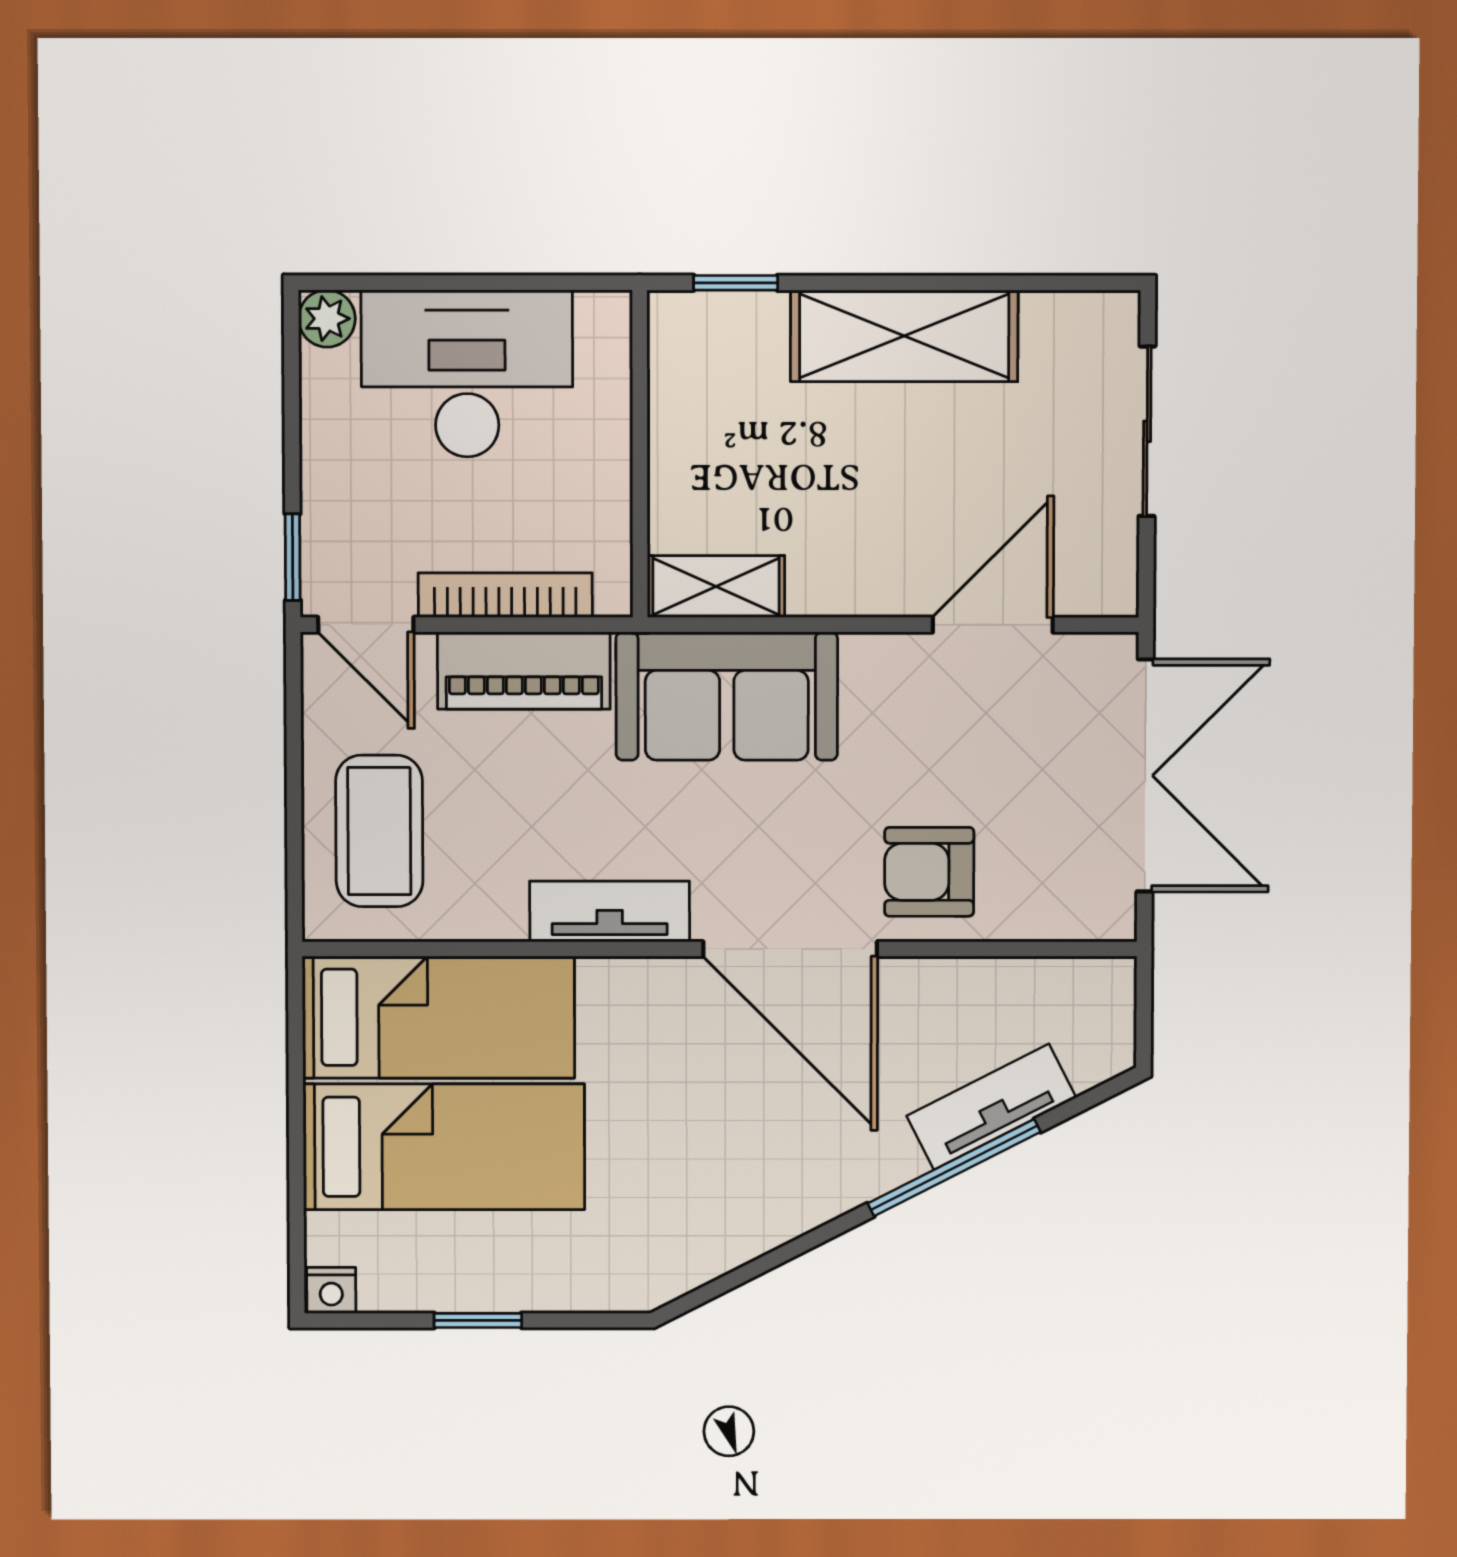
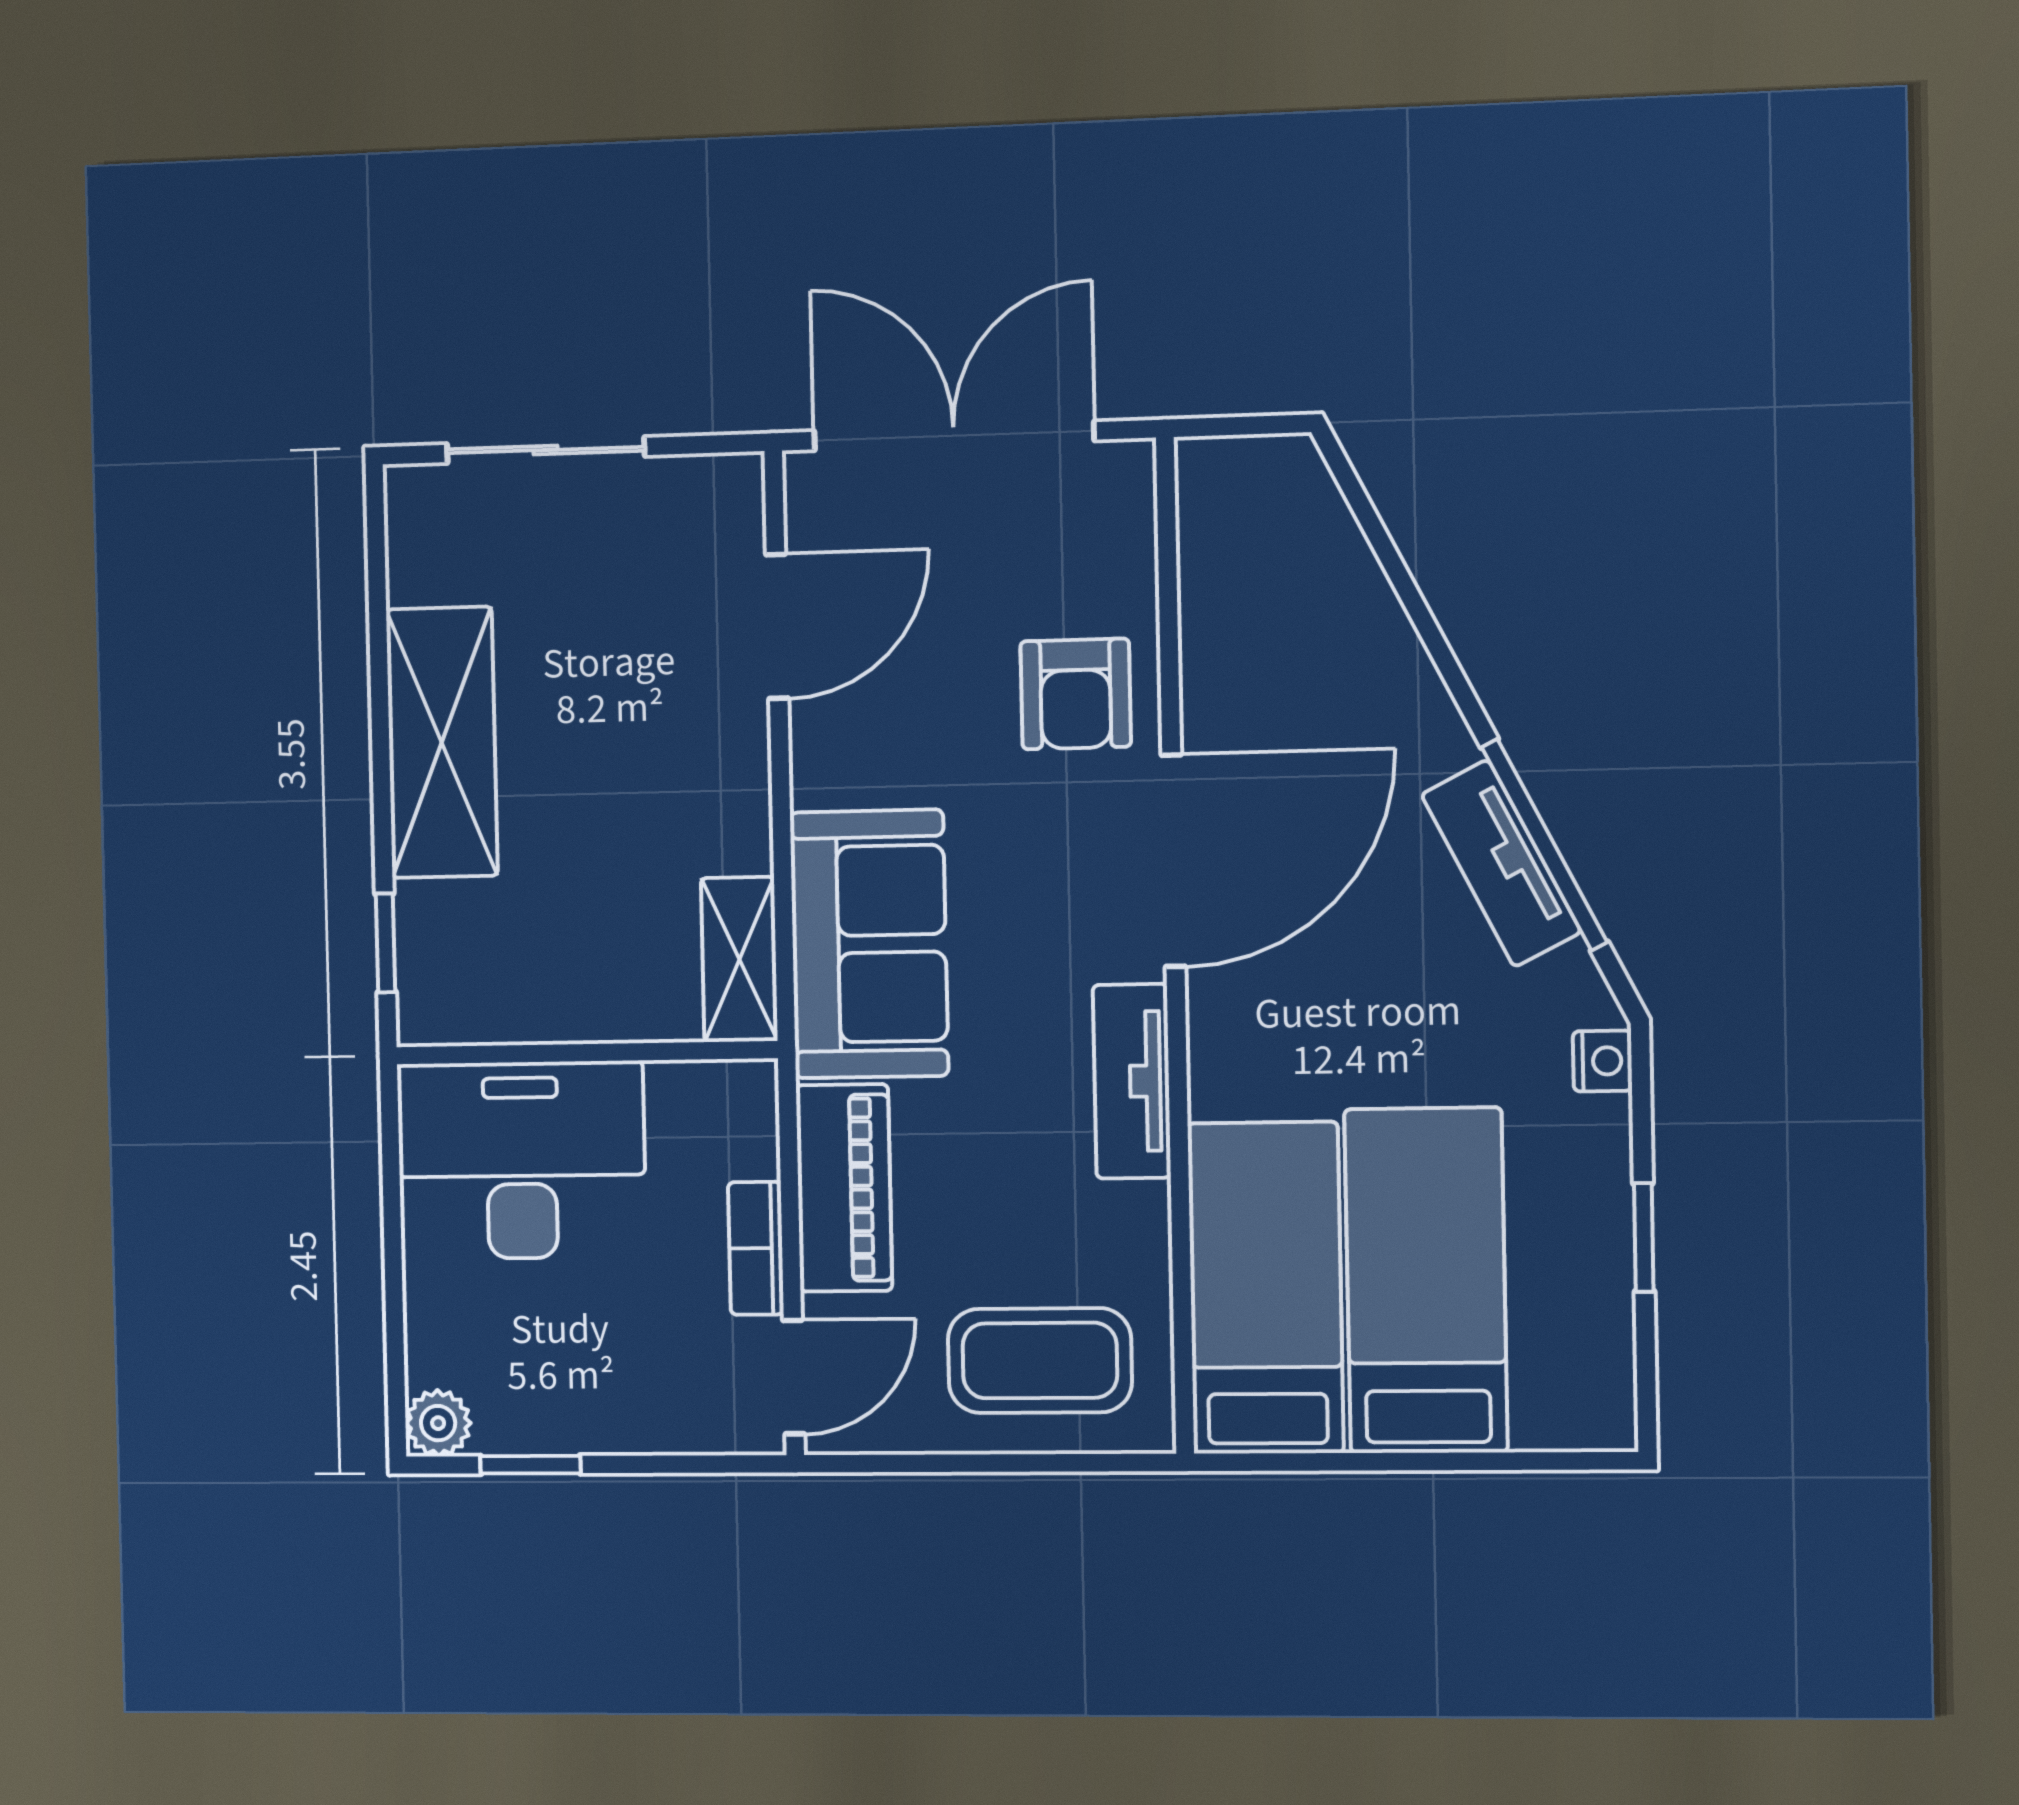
desk: (467, 374) -> (521, 1160), moved, turned 90
window: (293, 557) -> (530, 1465), moved
bookcase: (505, 595) -> (756, 1248), width x0.64
door: (993, 625) -> (777, 626), swing flipped
tv unit: (991, 1107) -> (1501, 863), moved
window: (954, 1168) -> (1544, 845), moved
nightstand: (331, 1290) -> (1602, 1061), moved

